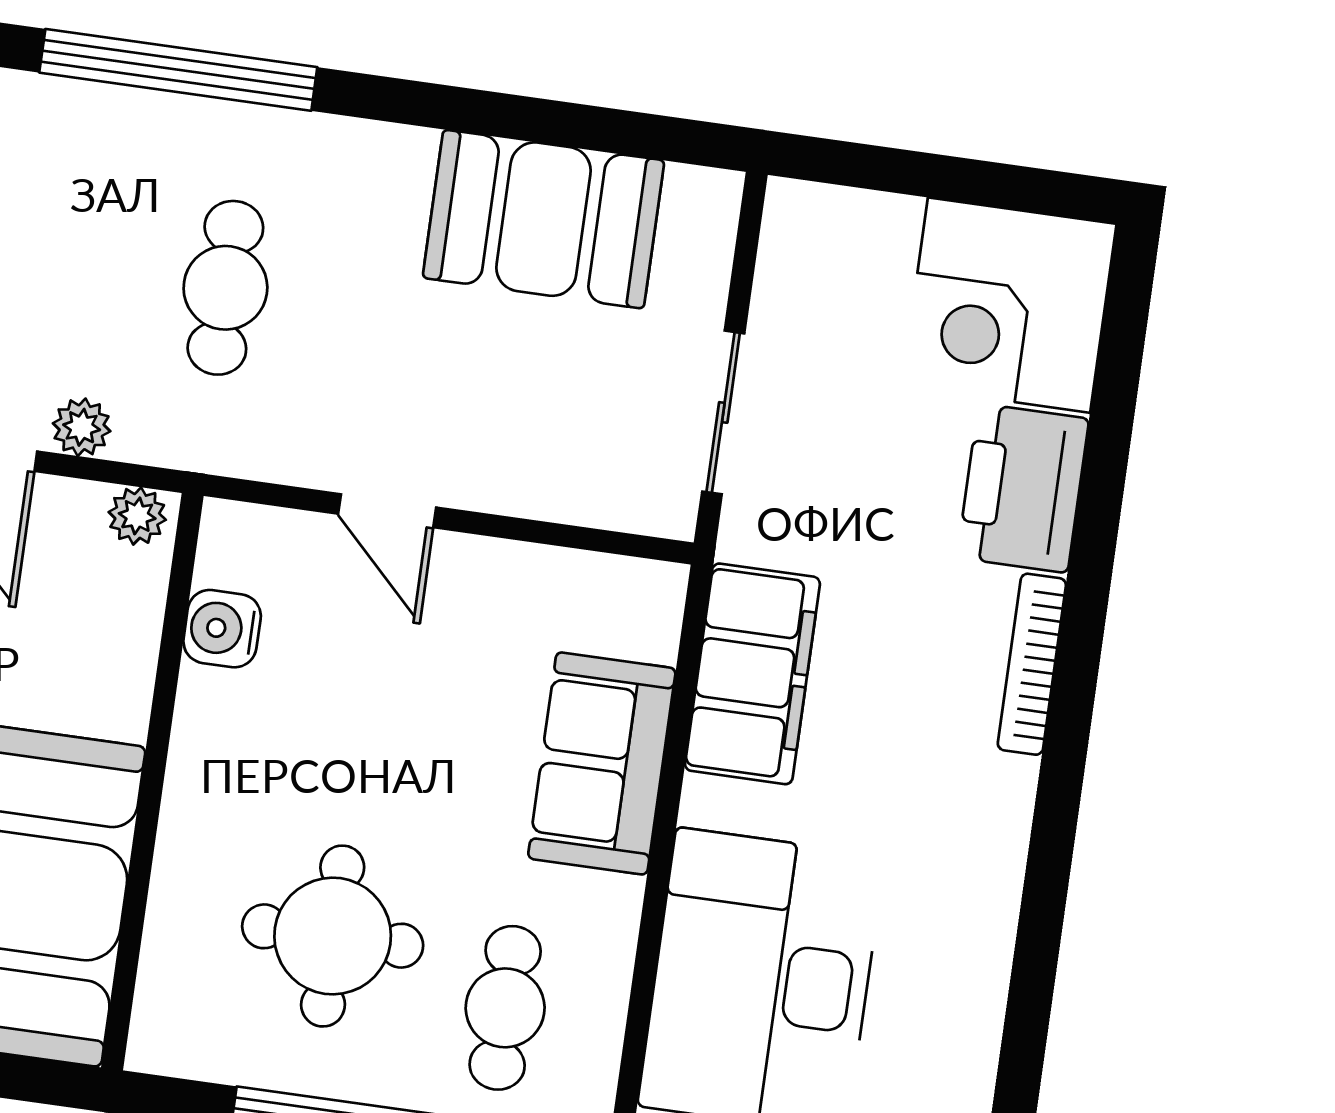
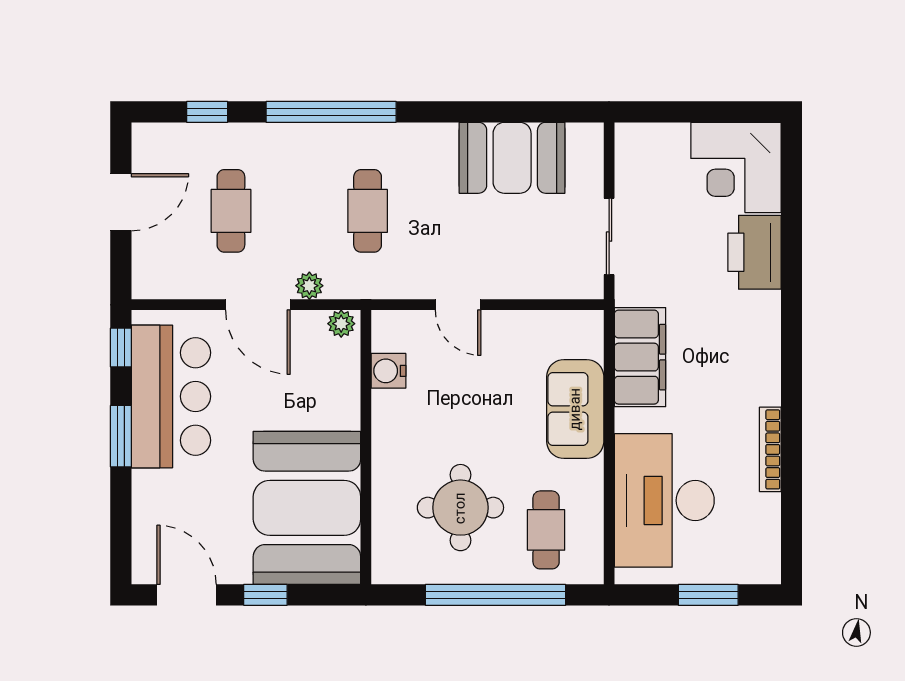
bookcase: (1032, 664) -> (770, 449), moved

